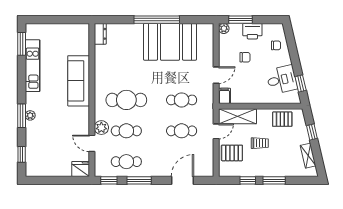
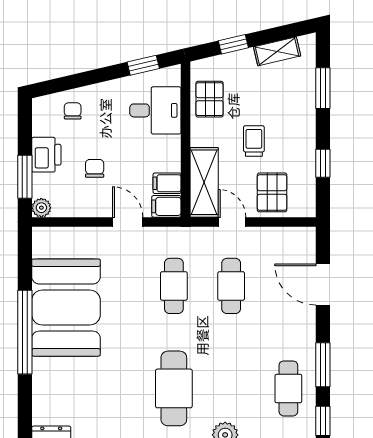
desk: (282, 80) -> (155, 110), moved, turned 103
filing cabinet: (237, 96) -> (167, 183), added
cafe table: (126, 131) -> (231, 388), removed
window: (274, 180) -> (323, 88), moved

